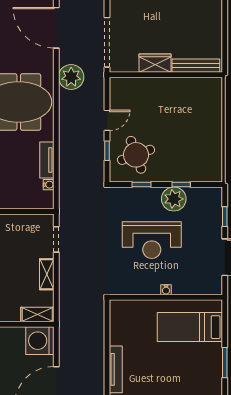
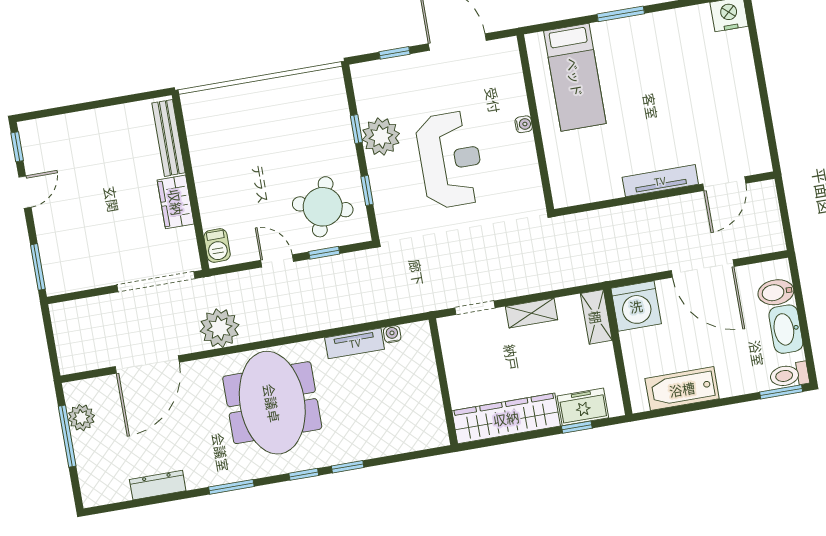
barbecue: (123, 84) -> (217, 245), added
round table: (136, 155) -> (323, 207), turned 37

